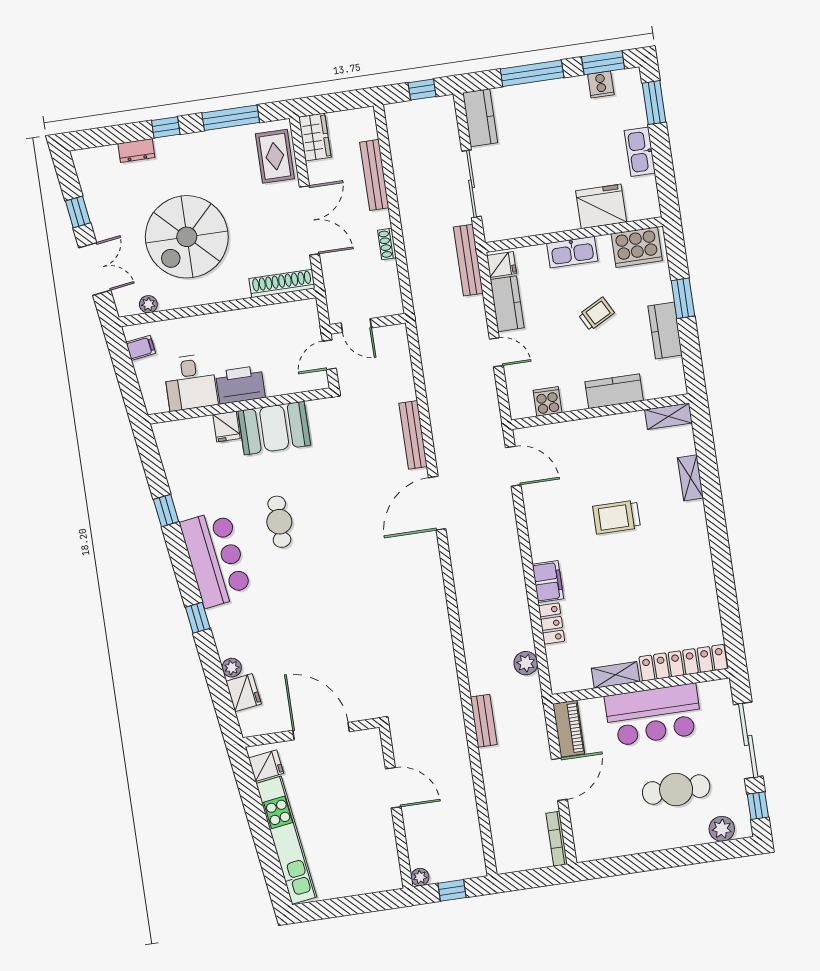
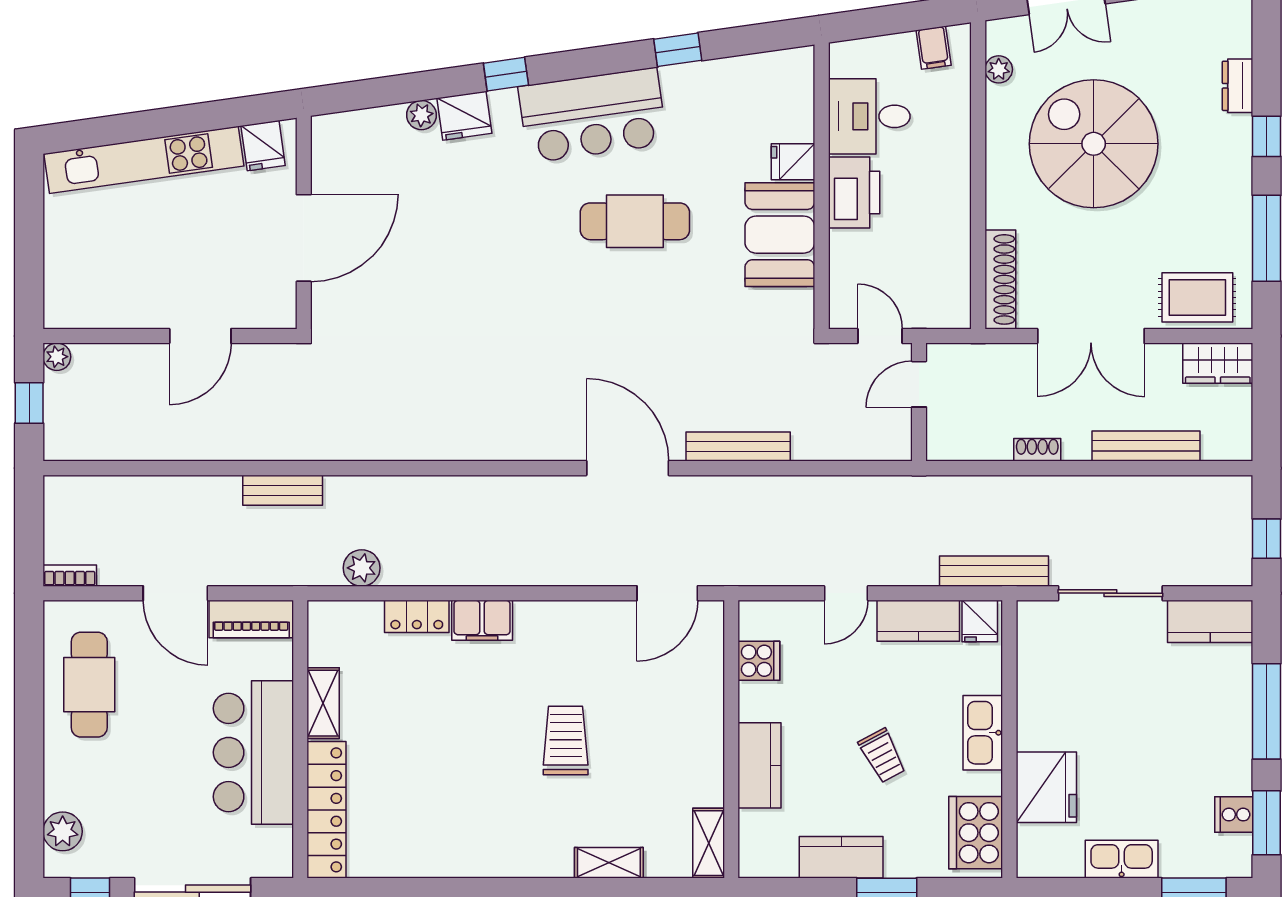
cafe table: (279, 522) -> (635, 221), width x1.37, depth x1.35
fridge: (244, 693) -> (464, 116), moved
cafe table: (676, 790) -> (89, 685), moved
bookcase: (557, 839) -> (70, 576), width x0.64

